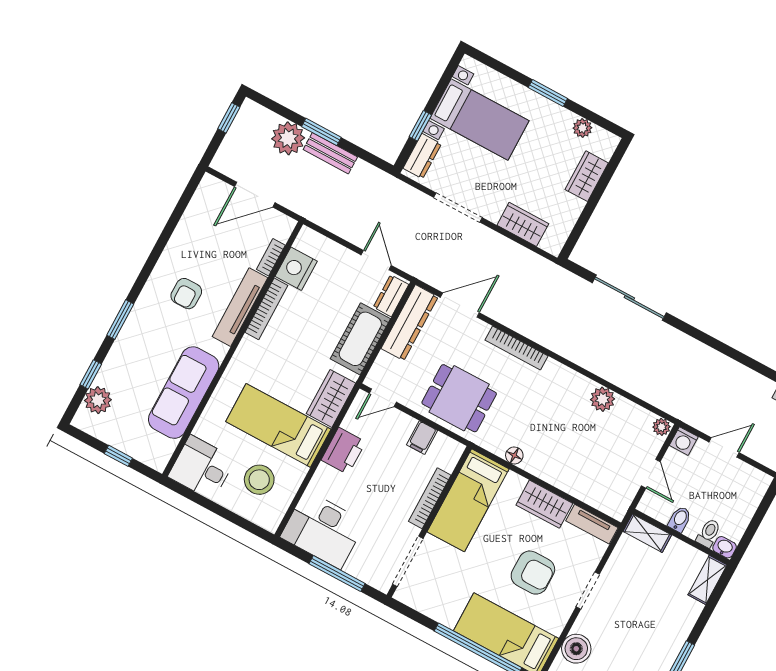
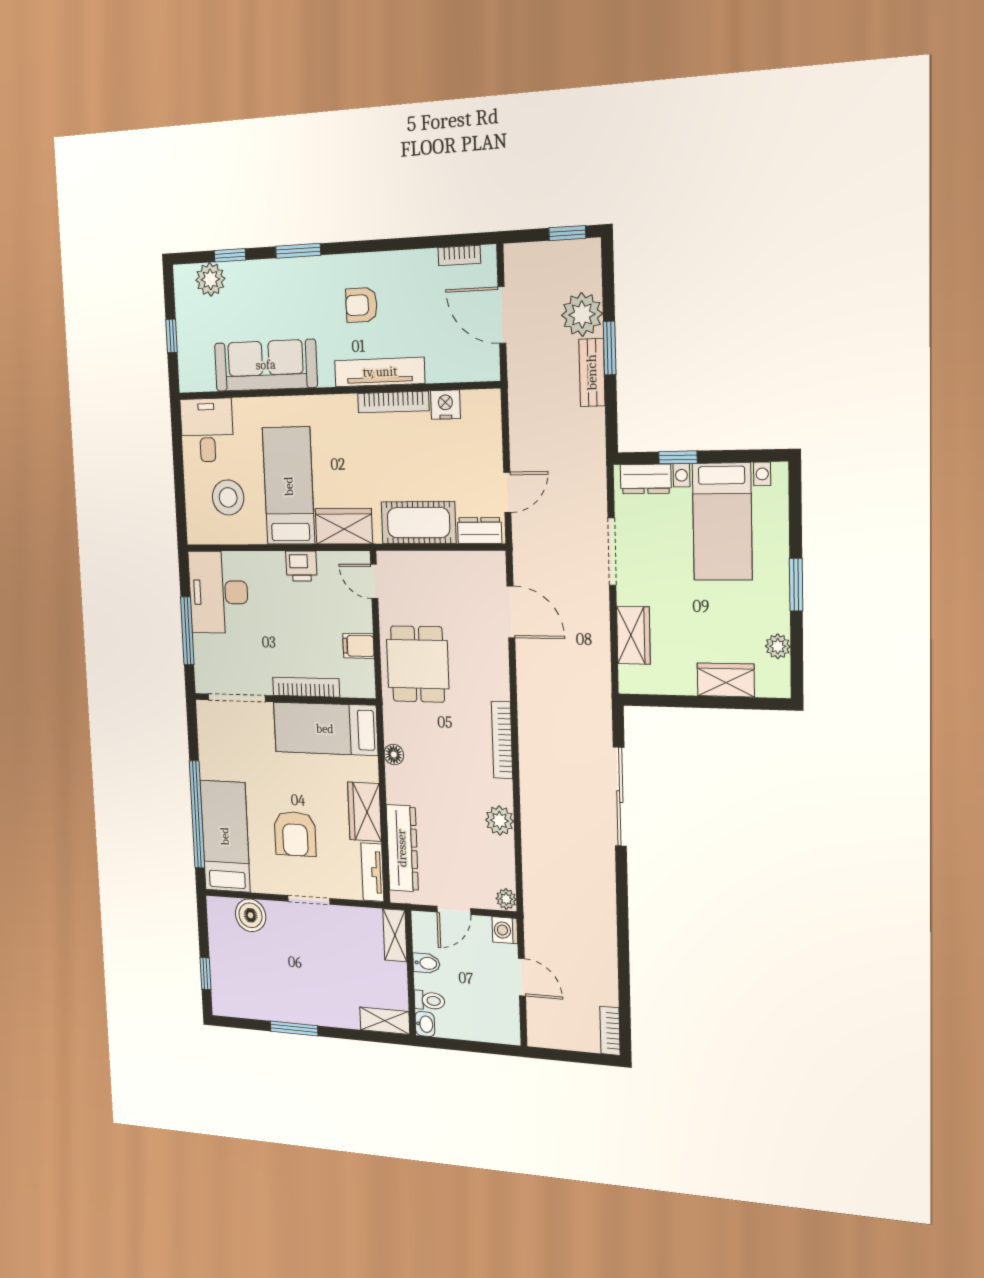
bookcase: (271, 257) -> (459, 256), moved, turned 180
nightstand: (296, 269) -> (445, 405), width x0.74, depth x0.75
dresser: (410, 323) -> (402, 848), moved, turned -90
bookcase: (517, 348) -> (502, 740), moved
printer: (343, 451) -> (301, 566), width x0.73, depth x0.81

